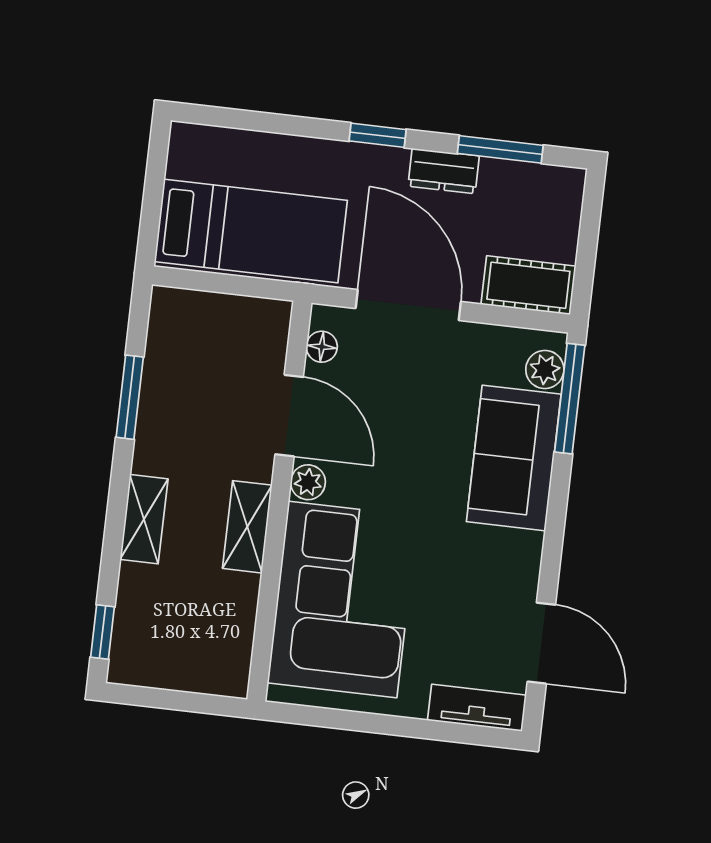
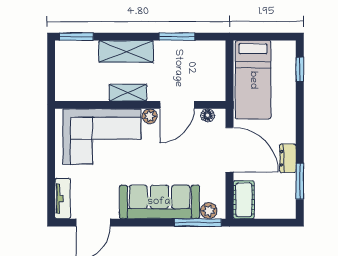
window: (378, 135) -> (300, 69), moved
door: (408, 305) -> (230, 150), hinge flipped
sofa: (514, 458) -> (159, 202), width x1.36
shelving: (144, 519) -> (126, 51), width x1.50, depth x1.33
window: (102, 632) -> (76, 37), width x1.50

